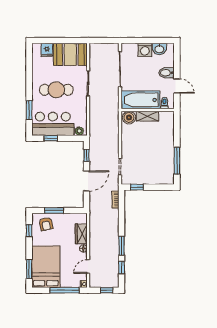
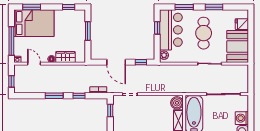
window: (29, 79) -> (214, 7), added
armchair: (46, 224) -> (75, 23), removed
window: (122, 267) -> (79, 96), moved

